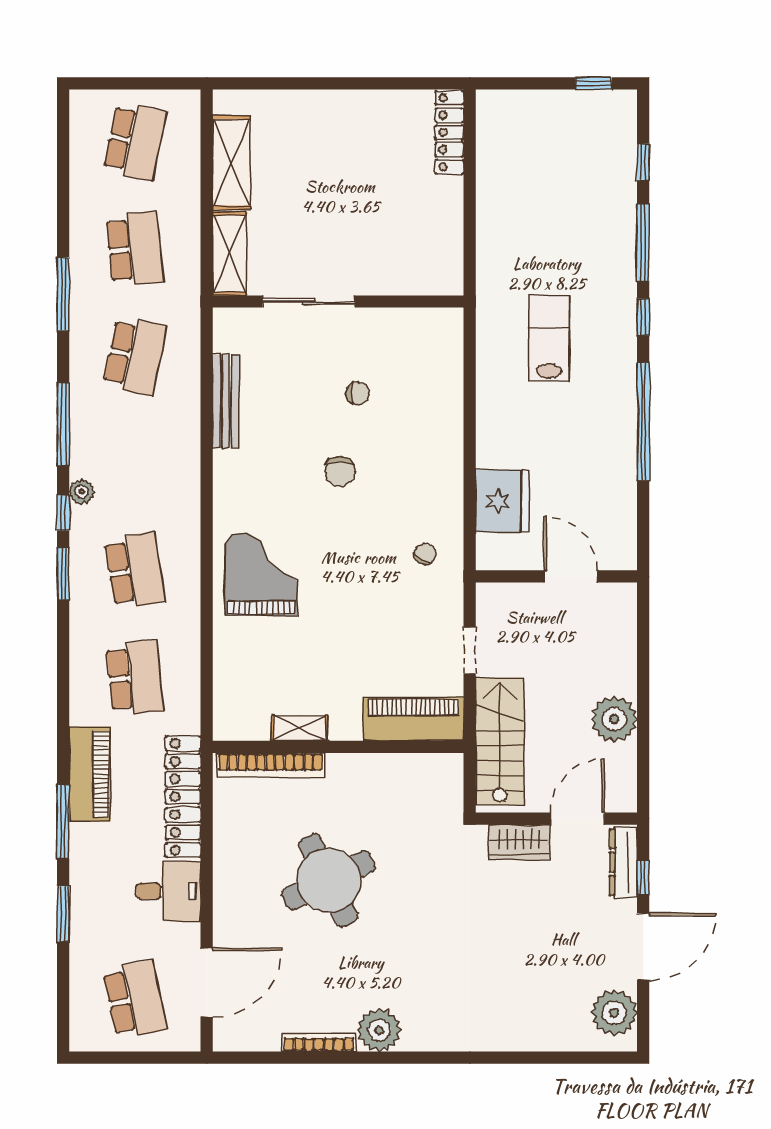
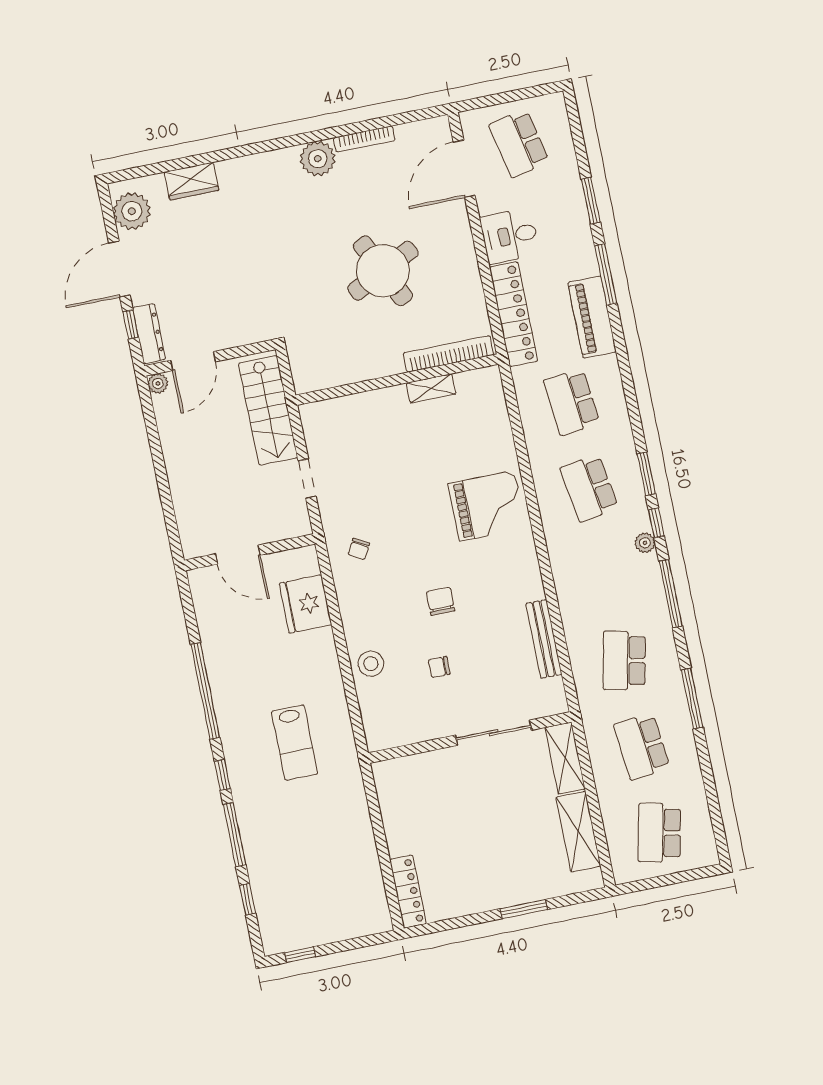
window: (315, 83) -> (524, 909), added
stool: (439, 414) -> (371, 664), added
grand piano: (261, 574) -> (487, 506), turned -90
piano: (413, 719) -> (341, 414), removed
plant: (614, 719) -> (158, 383), moved, width x0.53, depth x0.53
wardrobe: (519, 842) -> (191, 181), moved, turned 180

